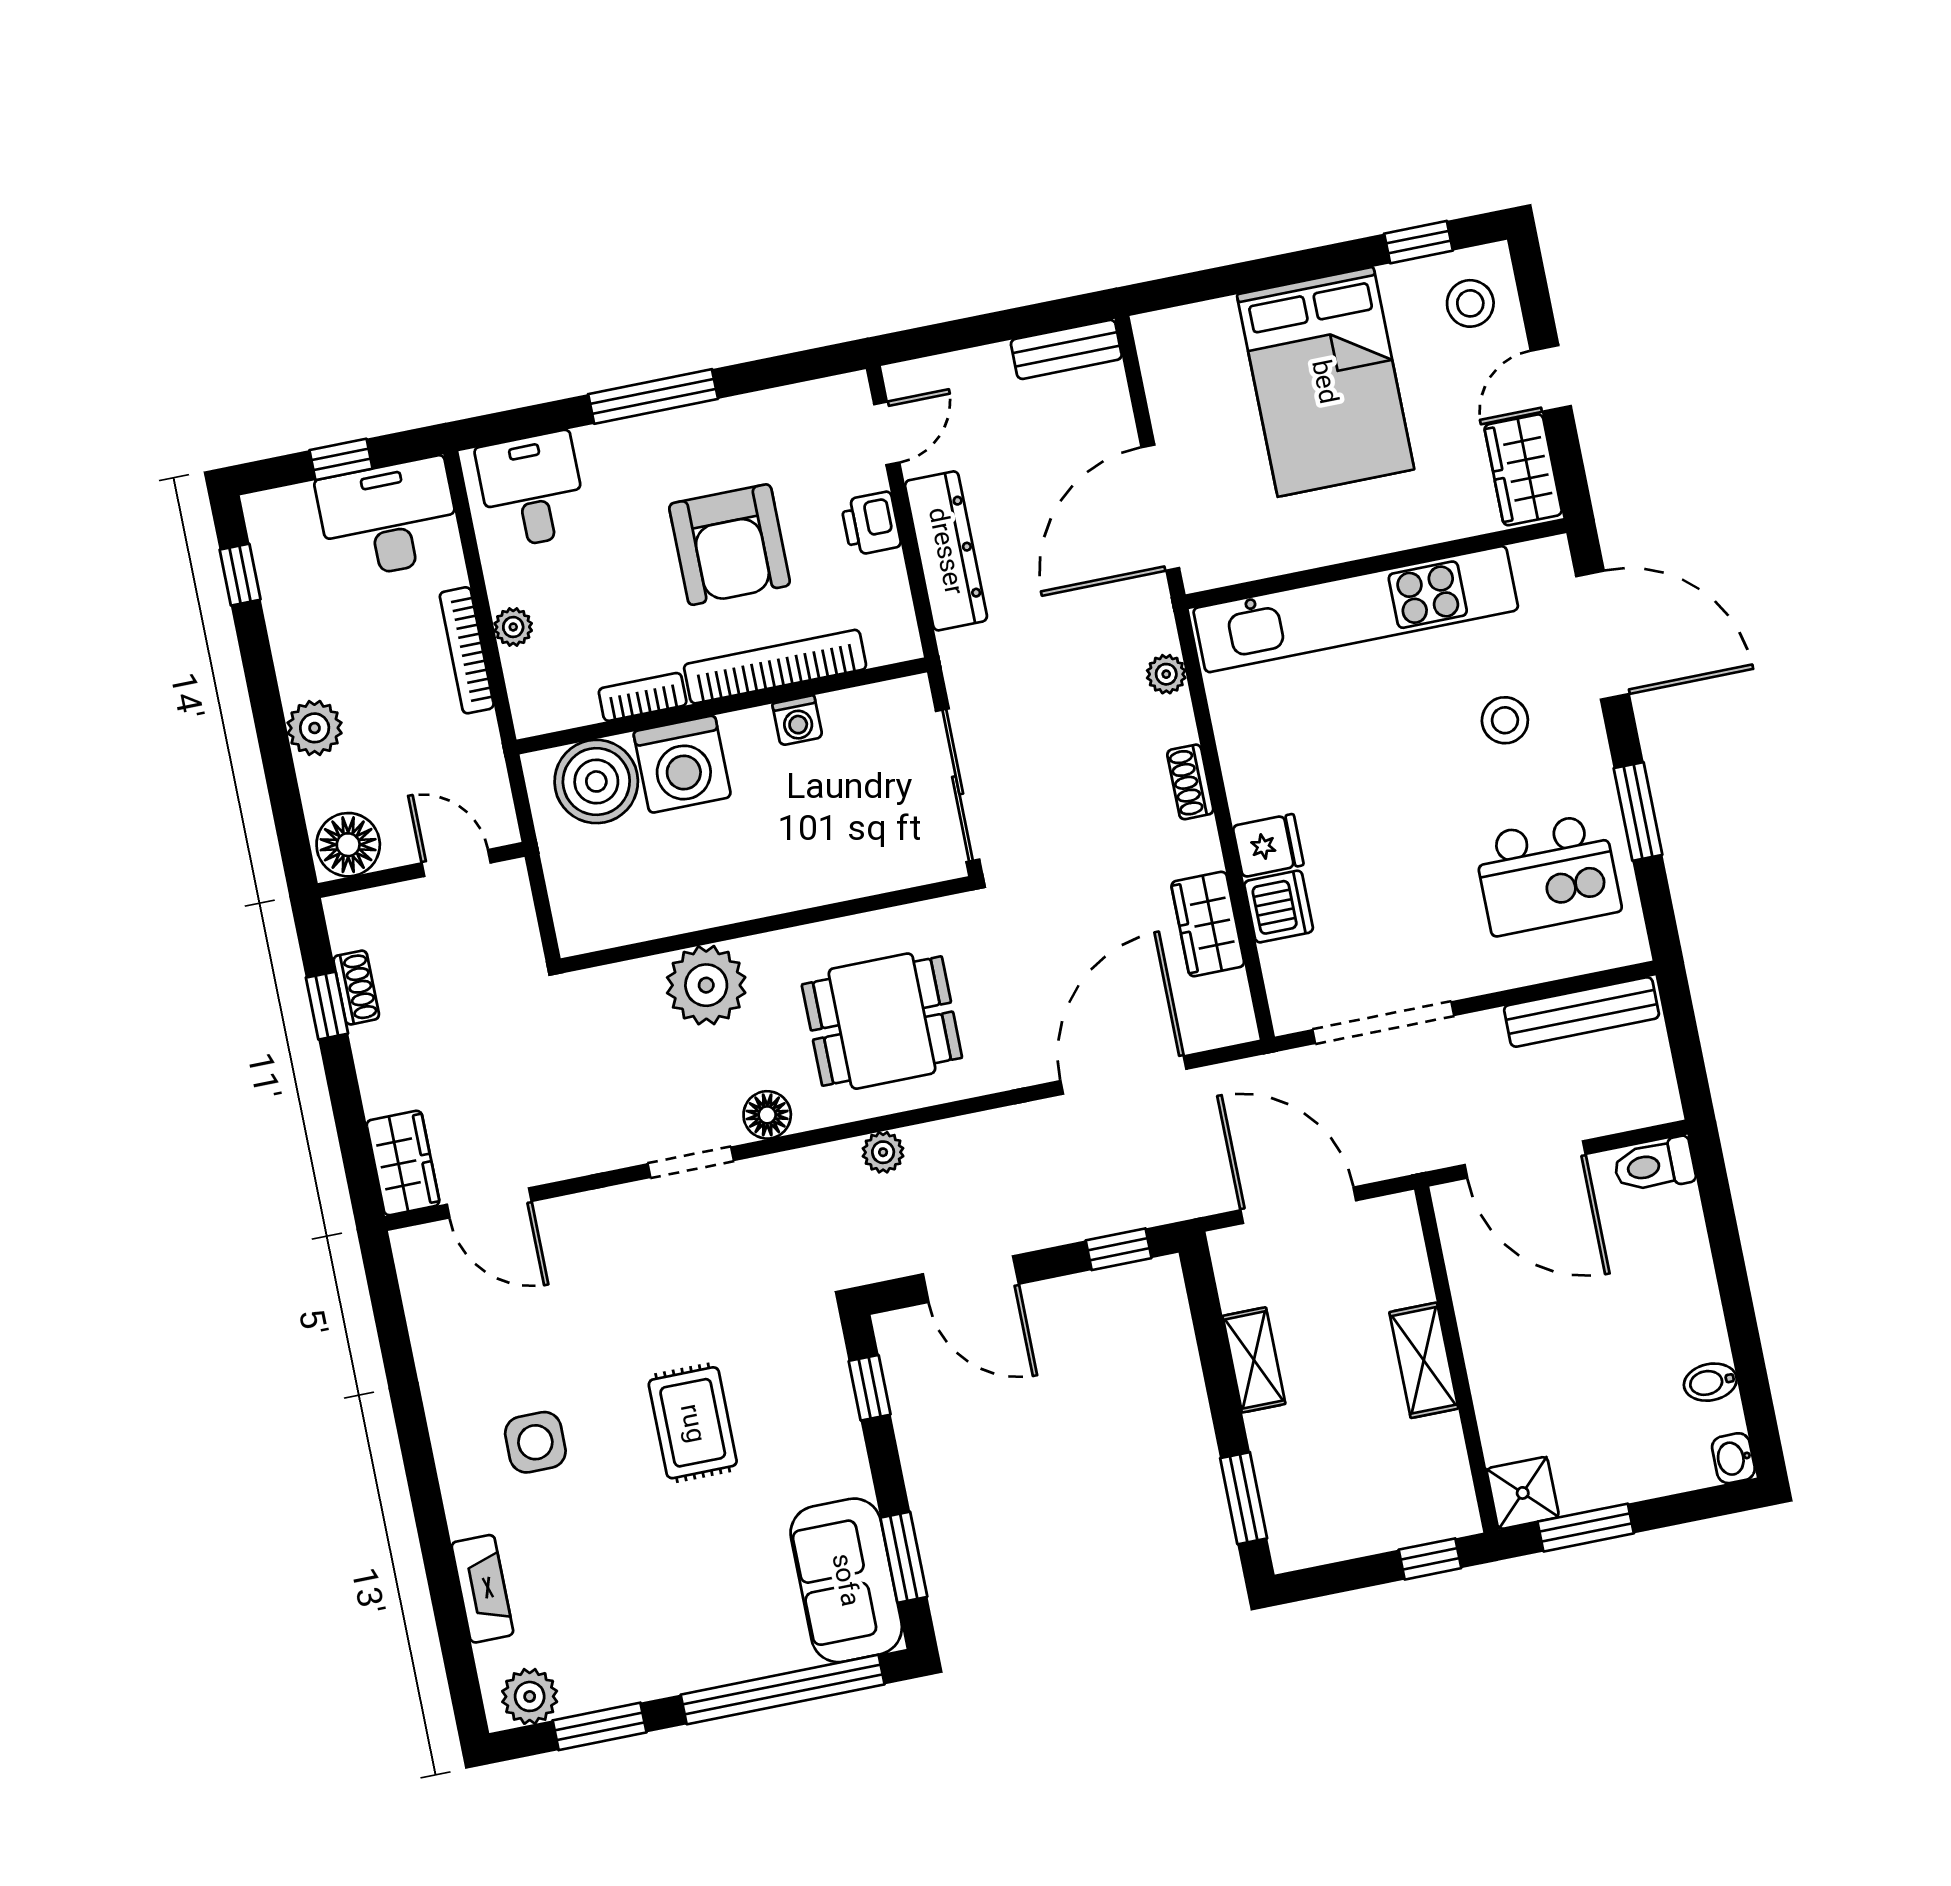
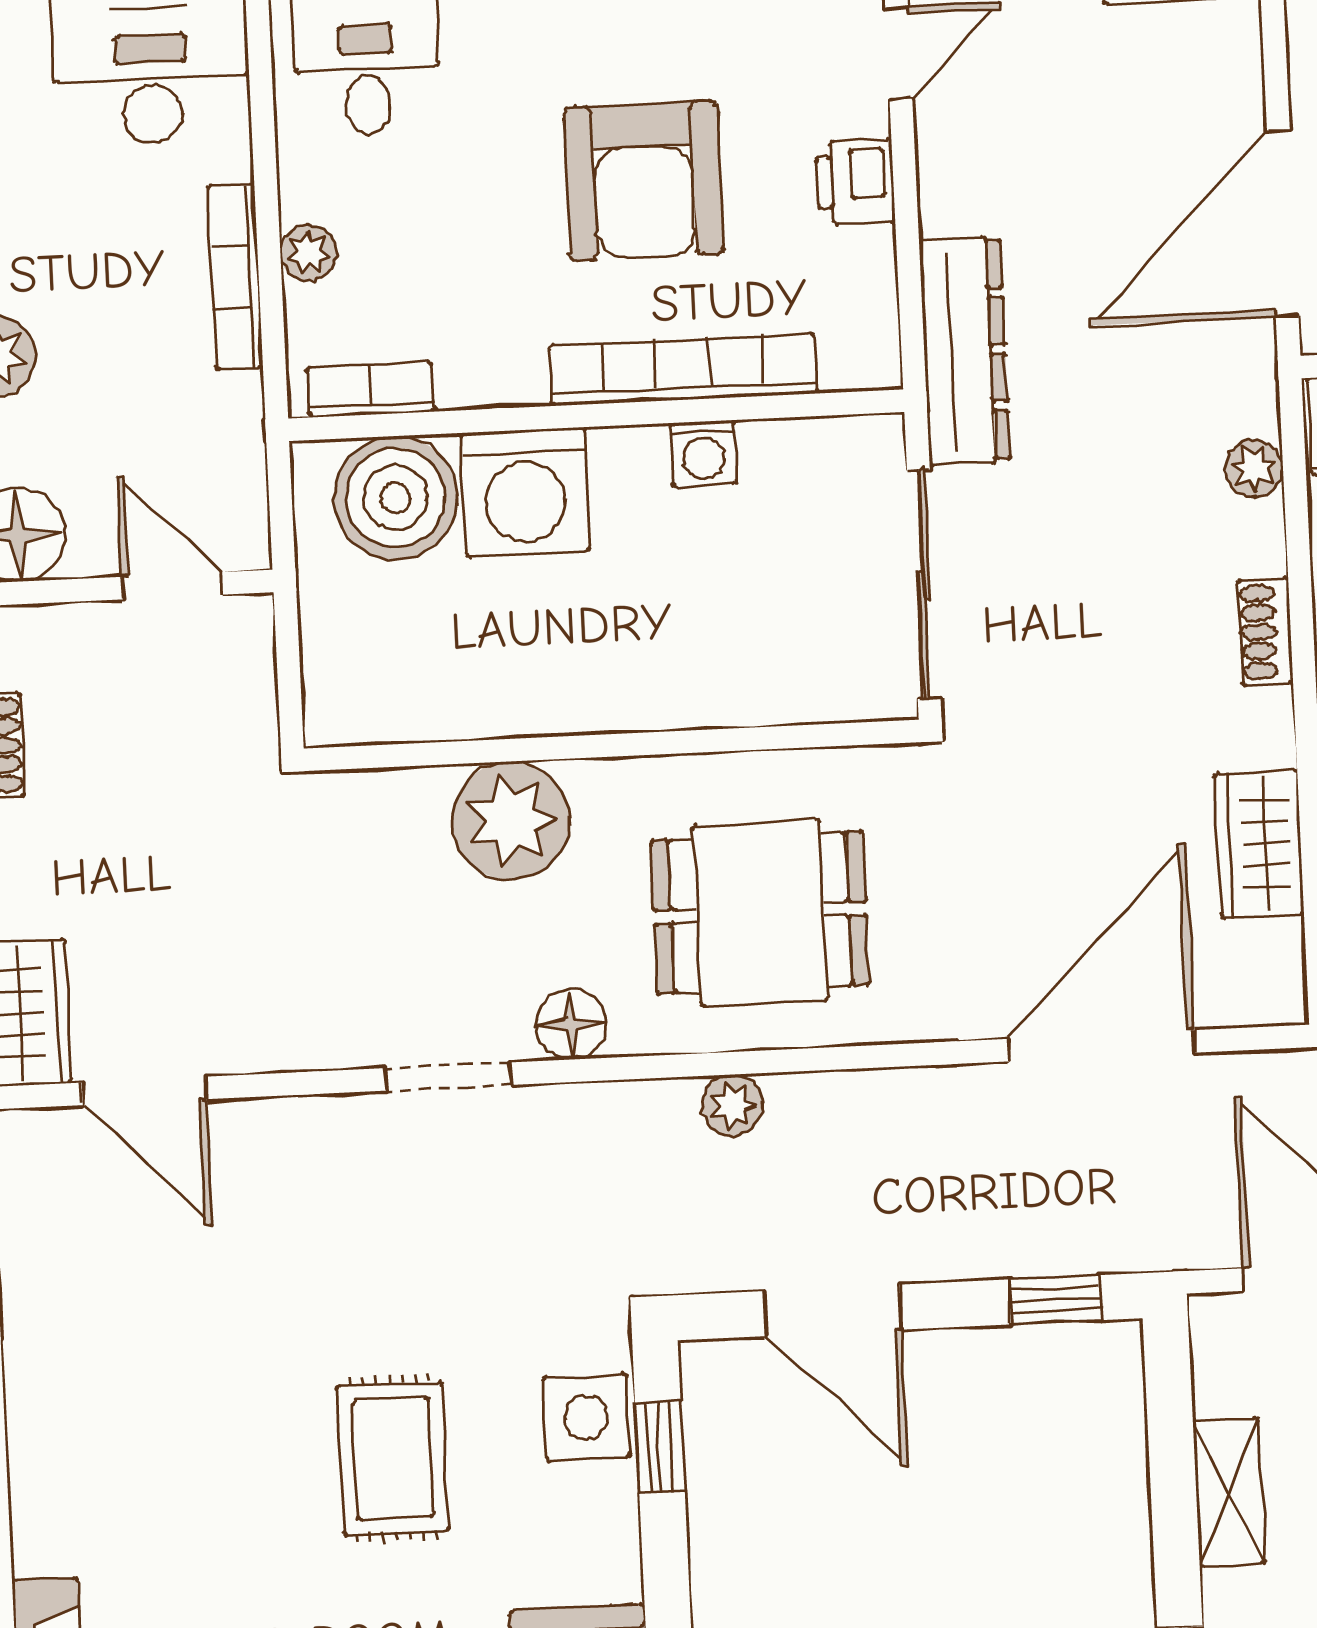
dresser: (946, 551) -> (965, 351), moved
bookcase: (643, 697) -> (371, 390), moved
side table: (535, 1442) -> (586, 1418), moved

